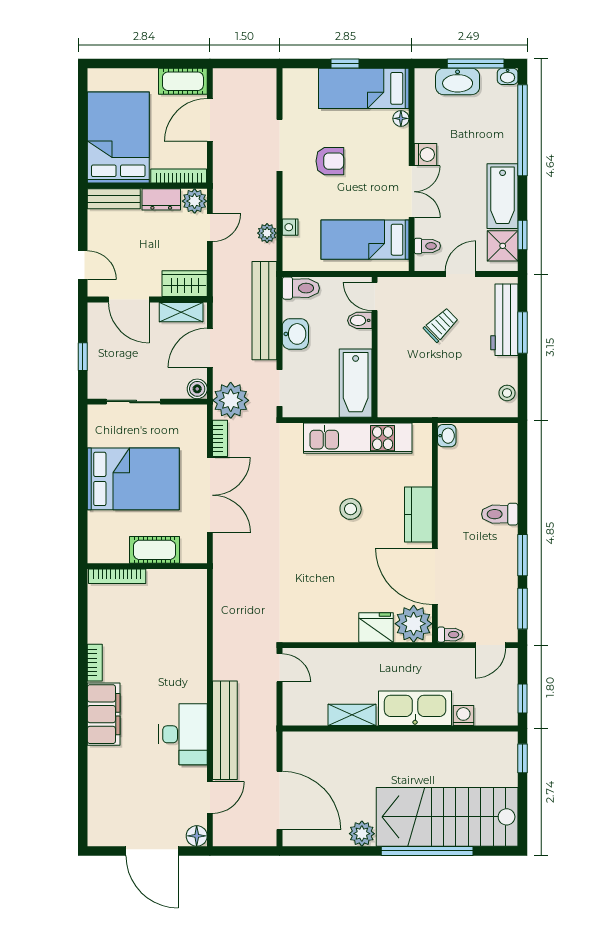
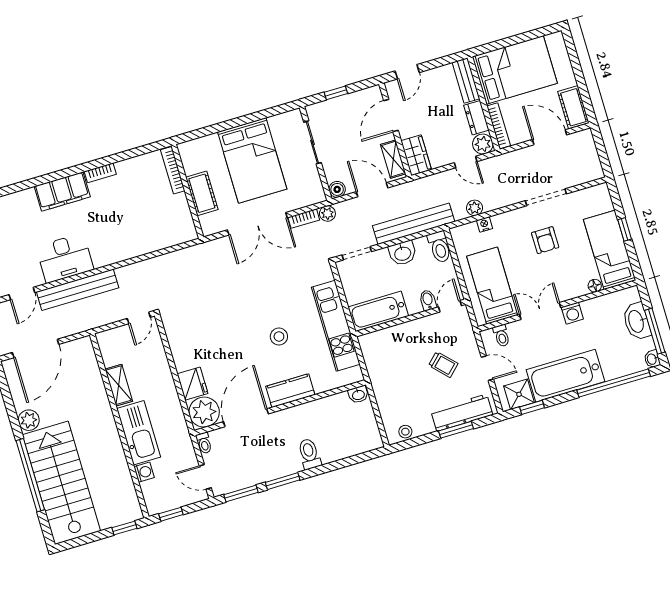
double door: (412, 192) -> (540, 311), swing flipped
bathtub: (503, 196) -> (566, 376), width x1.36, depth x1.36
plant: (231, 400) -> (327, 214), width x0.53, depth x0.53
door: (210, 797) -> (22, 294), hinge flipped

